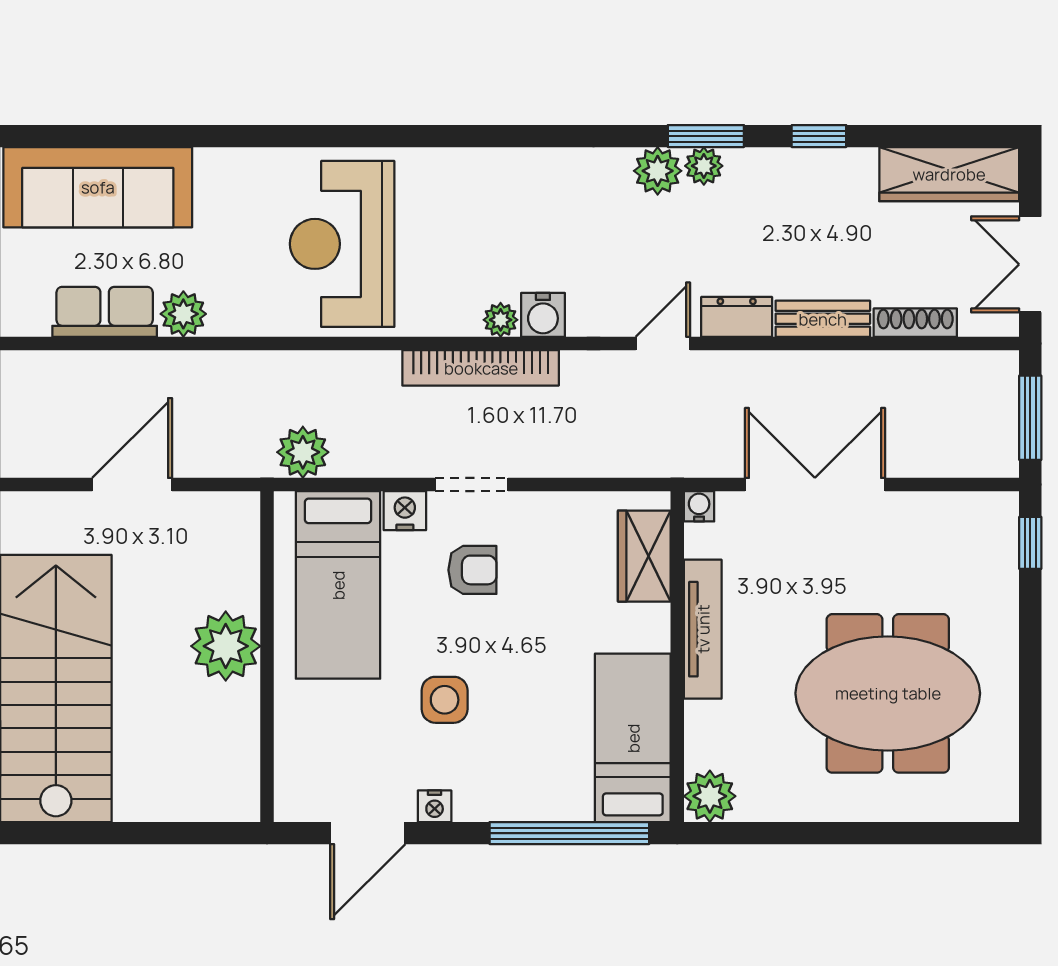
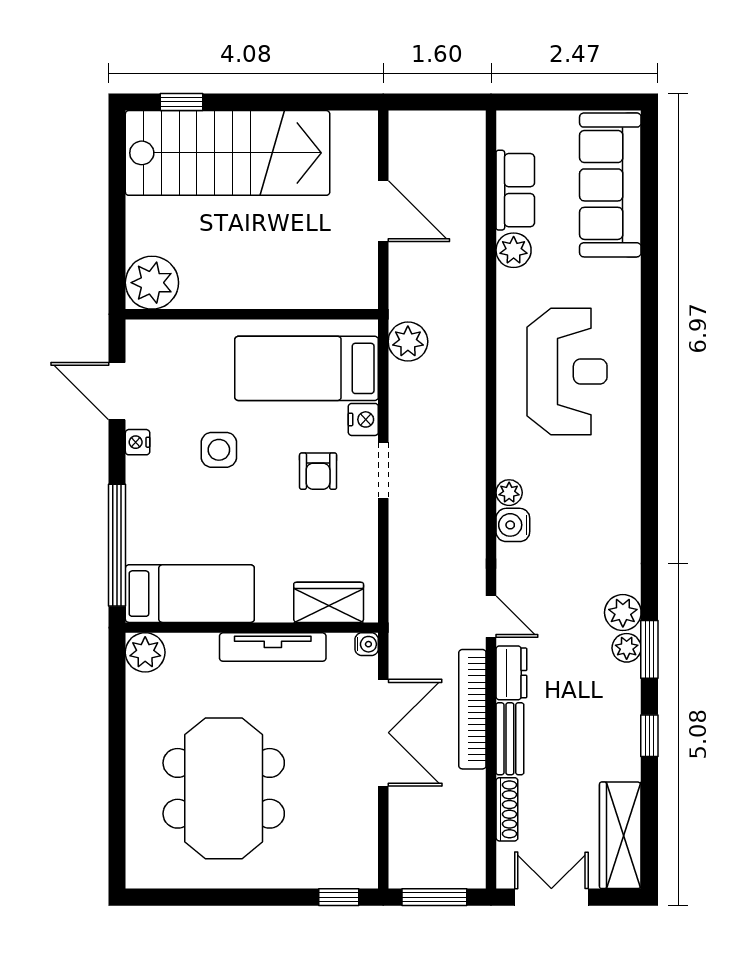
reception desk: (342, 244) -> (567, 372), turned 90
bookcase: (481, 368) -> (472, 709), moved
plant: (226, 646) -> (152, 283), moved

